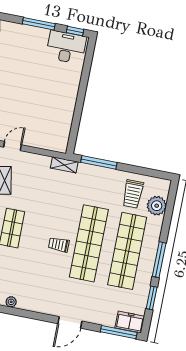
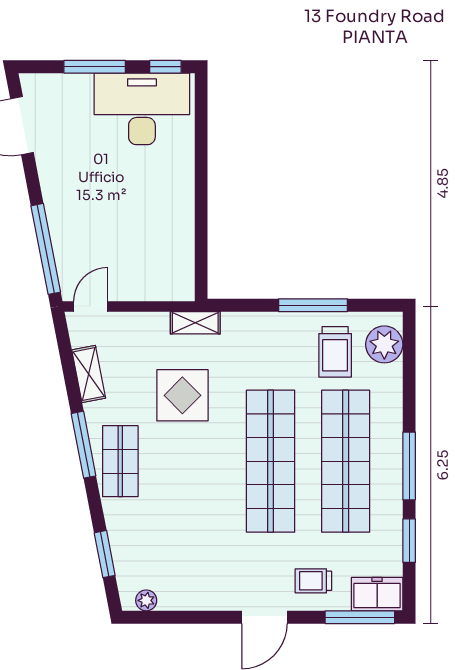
desk: (66, 47) -> (142, 109), width x1.36, depth x1.30
window: (99, 162) -> (313, 305), moved
display table: (50, 201) -> (182, 395), added
plant: (157, 206) -> (384, 344), moved
trolley: (59, 245) -> (313, 581), moved

